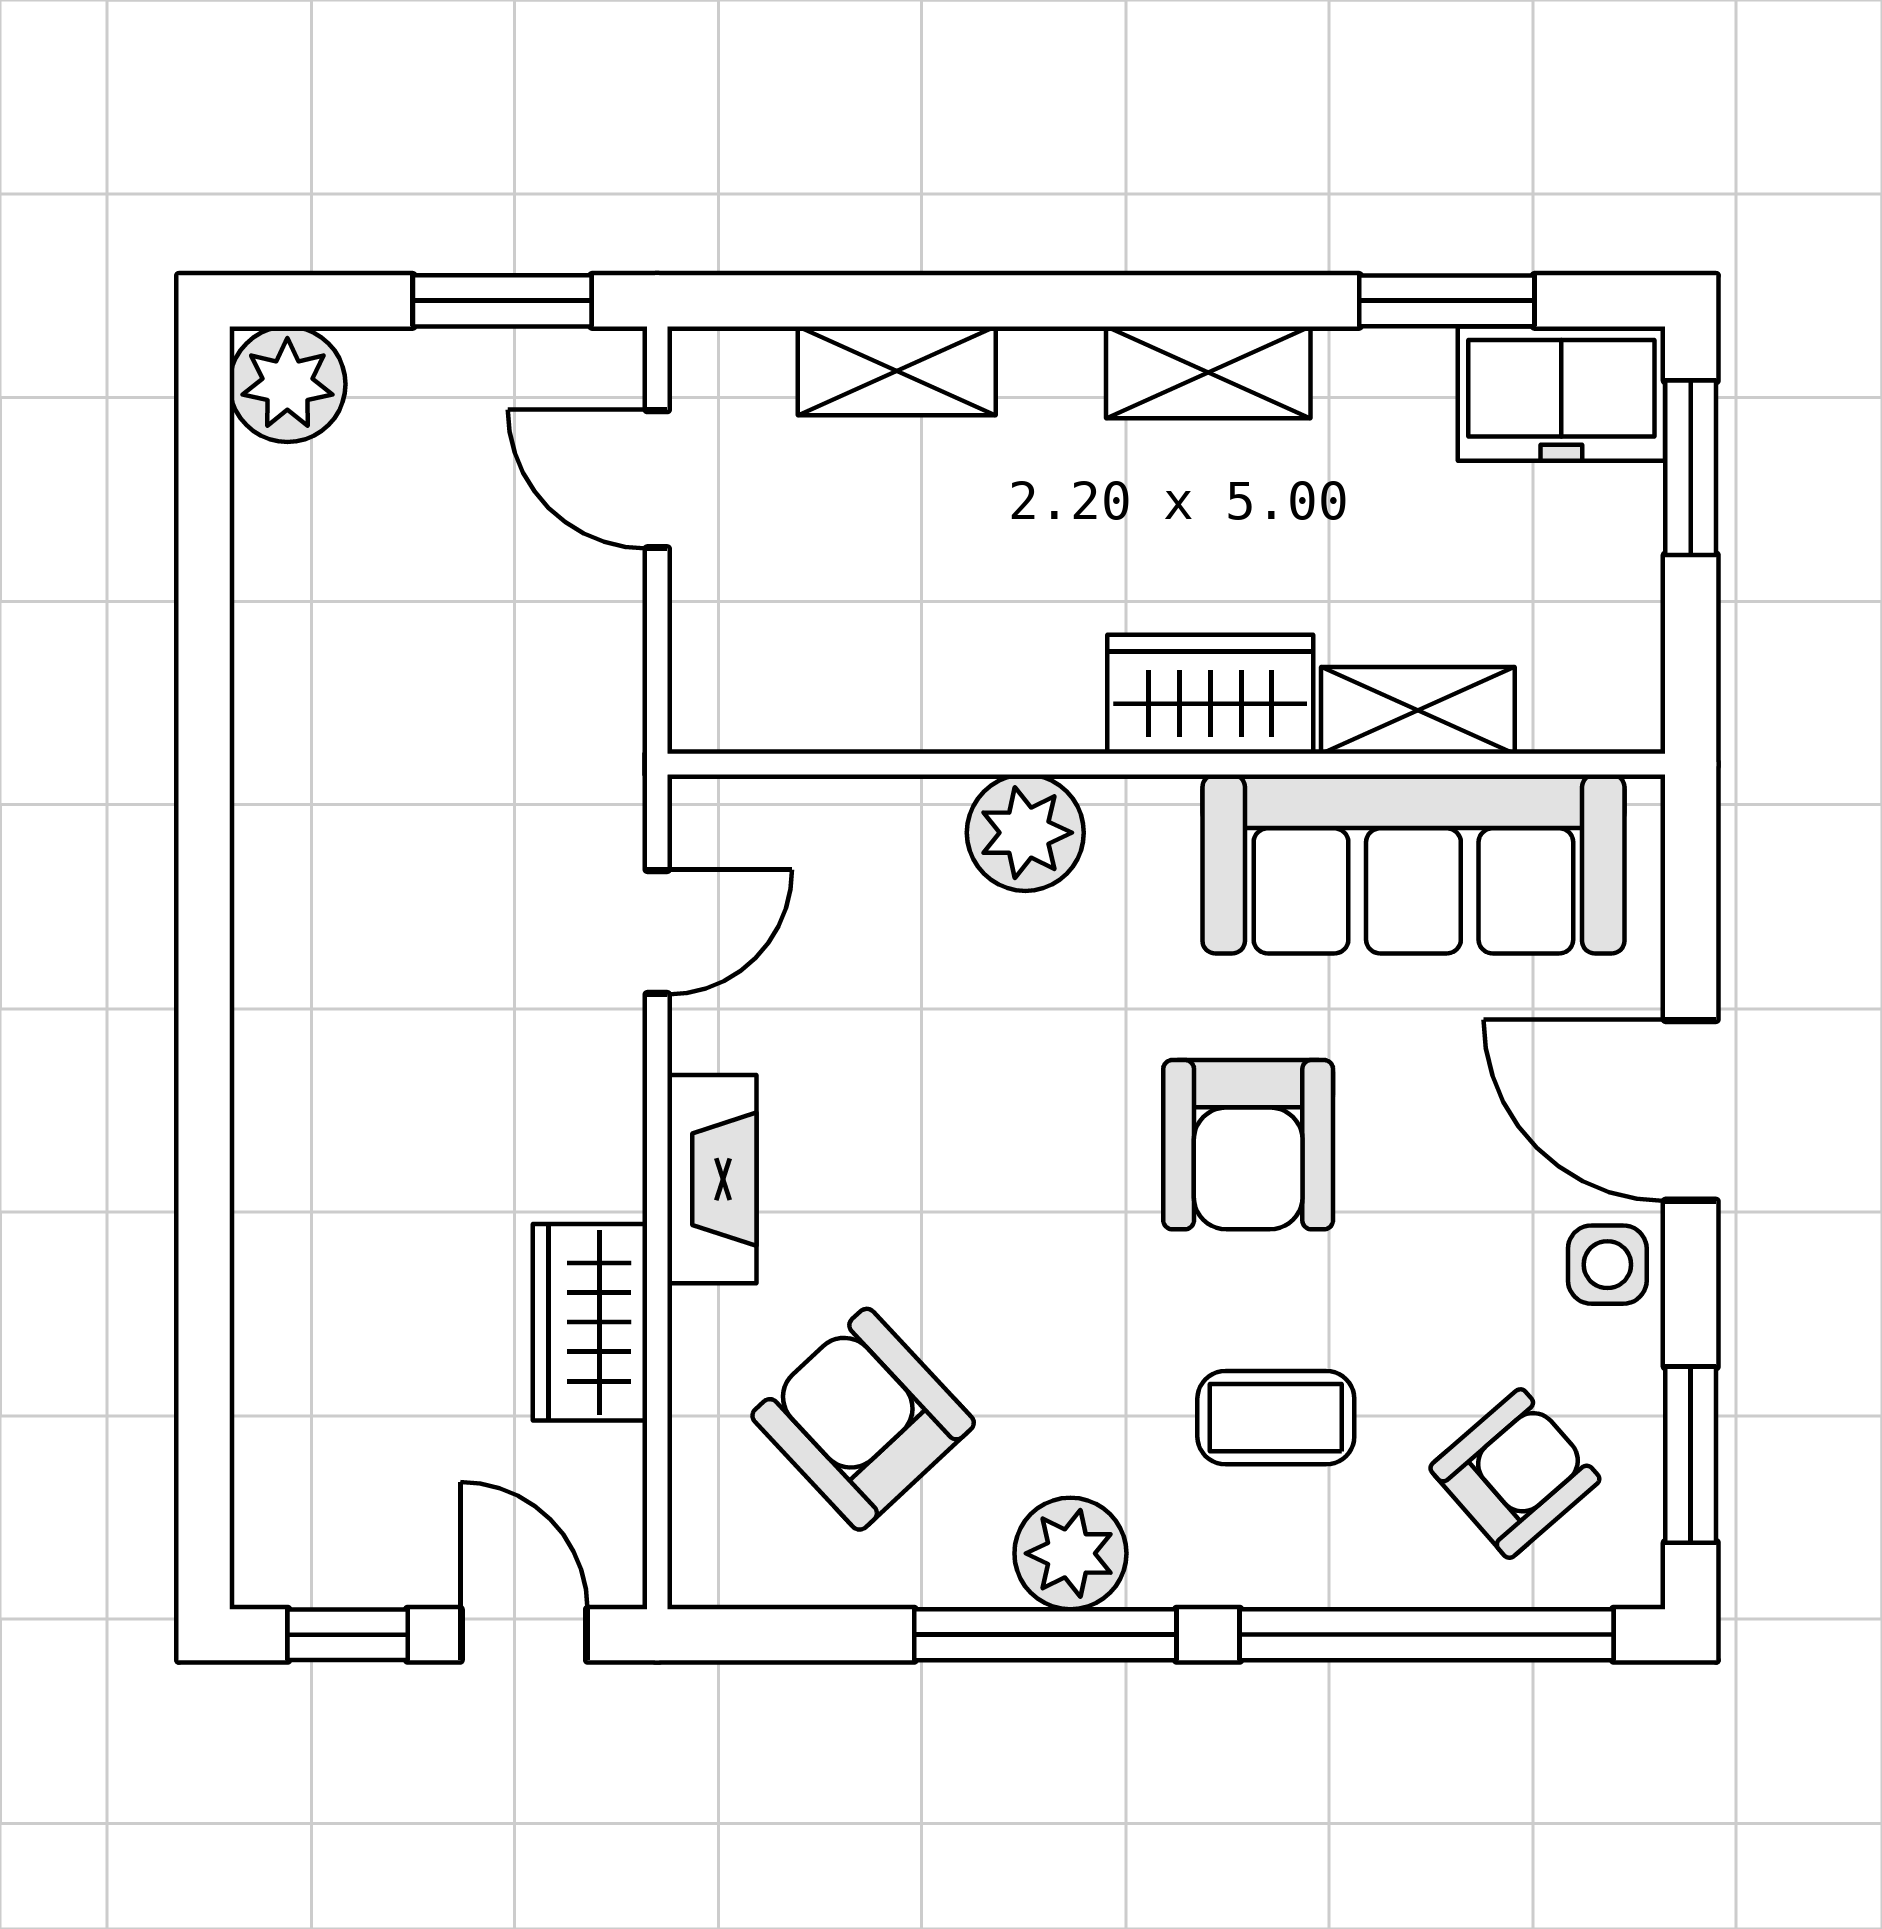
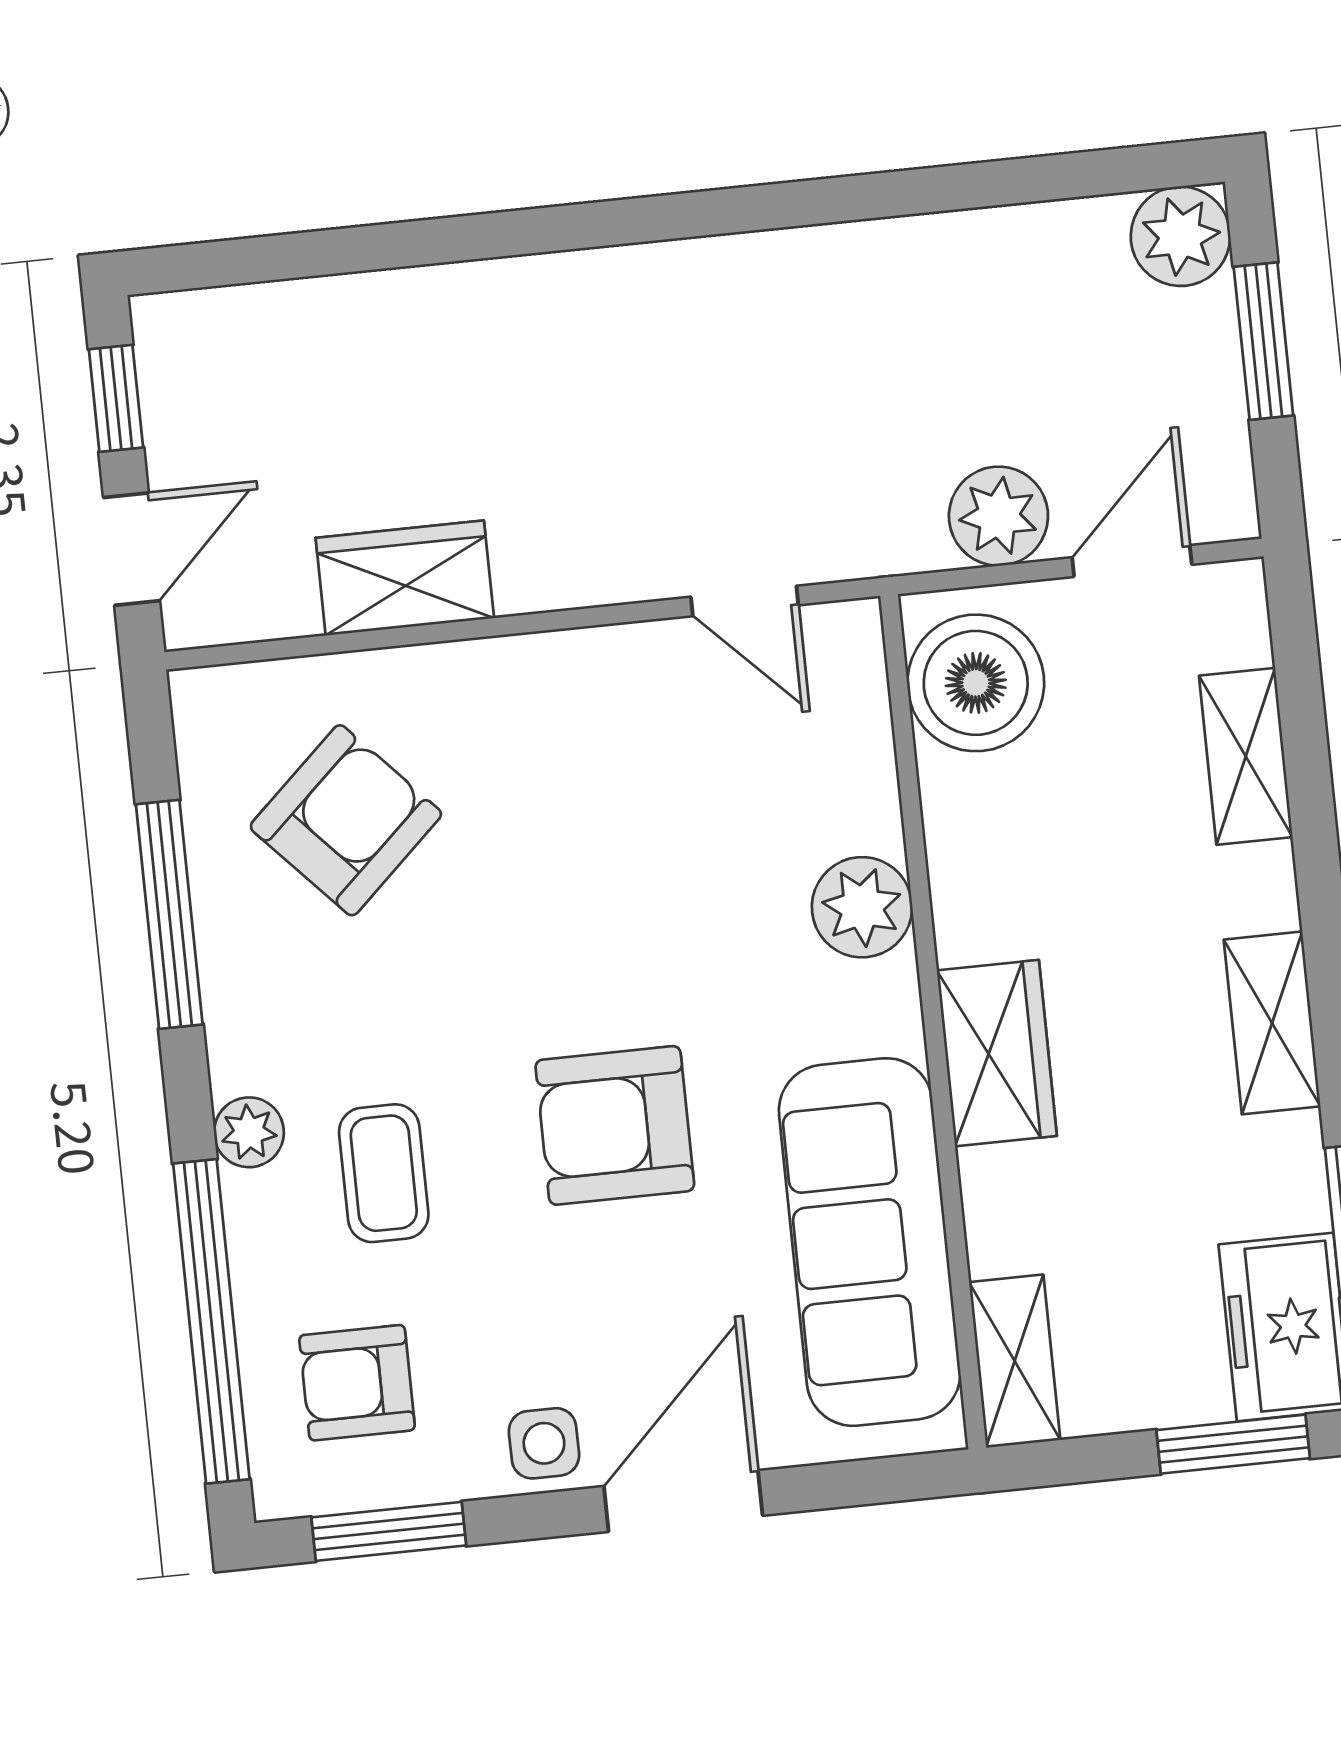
window: (502, 301) -> (1263, 341), moved
plant: (589, 628) -> (998, 516), added
boiler: (780, 674) -> (976, 683), added
shelving: (1418, 710) -> (1015, 1361), moved
fireplace: (712, 1179) -> (538, 670), removed
armchair: (1515, 1474) -> (357, 1383), turned 131
plant: (1070, 1553) -> (249, 1132), moved, width x0.73, depth x0.73
window: (1045, 1635) -> (169, 914), moved

